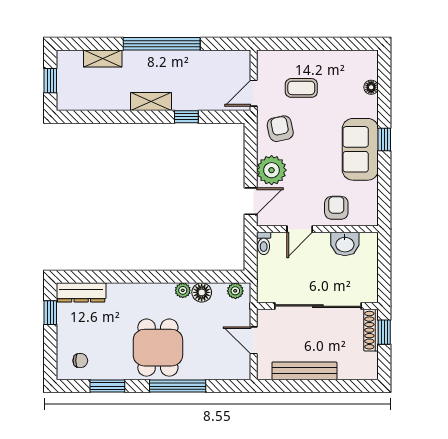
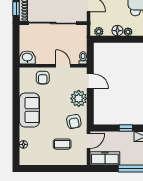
freezer: (224, 62) -> (105, 158), added
window: (384, 139) -> (16, 115), removed
door: (251, 201) -> (90, 81), swing flipped
door: (300, 229) -> (63, 66), hinge flipped
washbasin: (345, 244) -> (27, 57), moved

